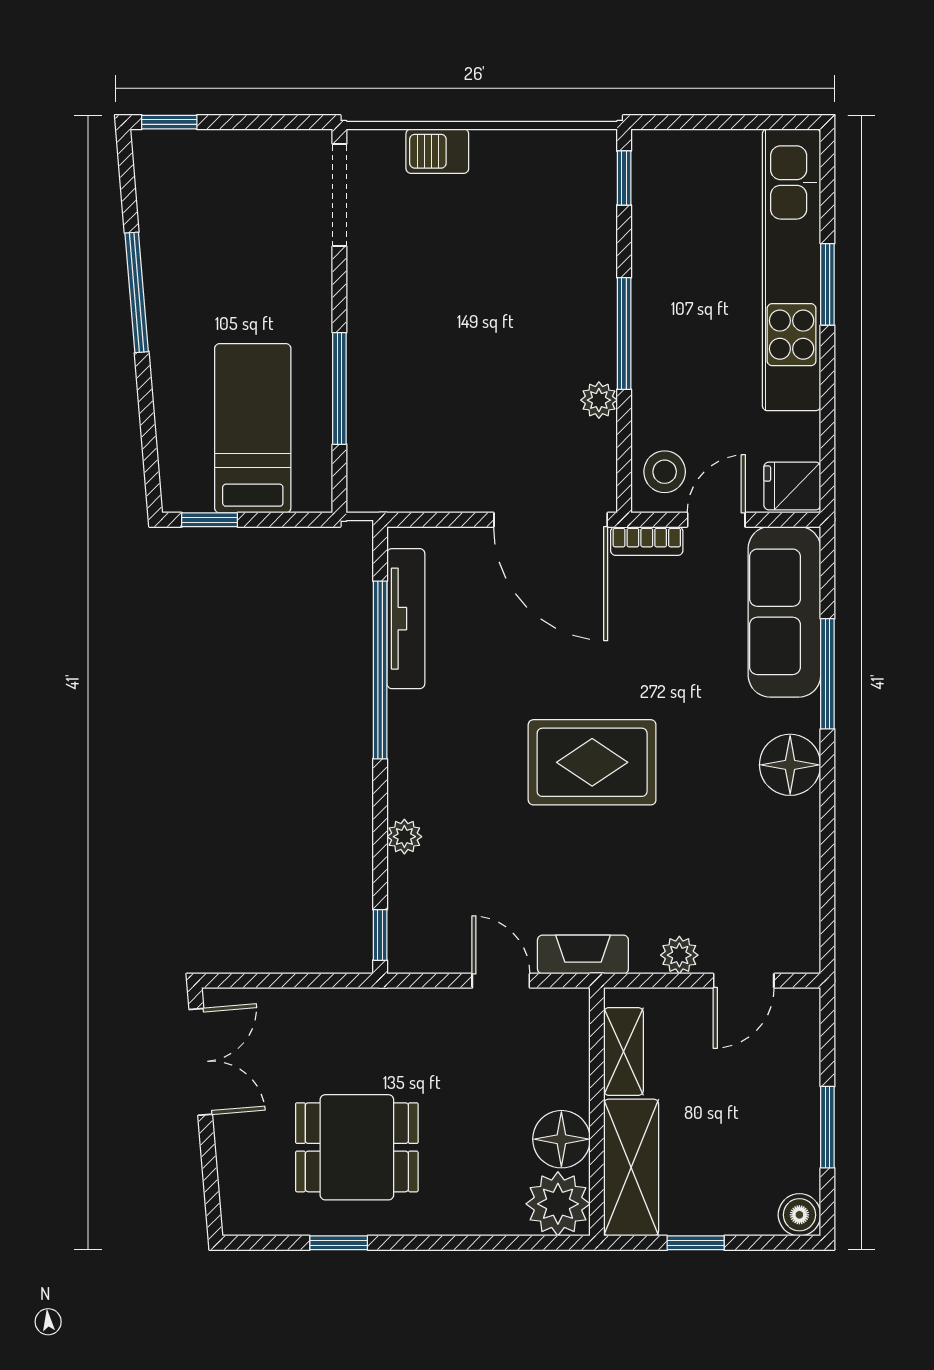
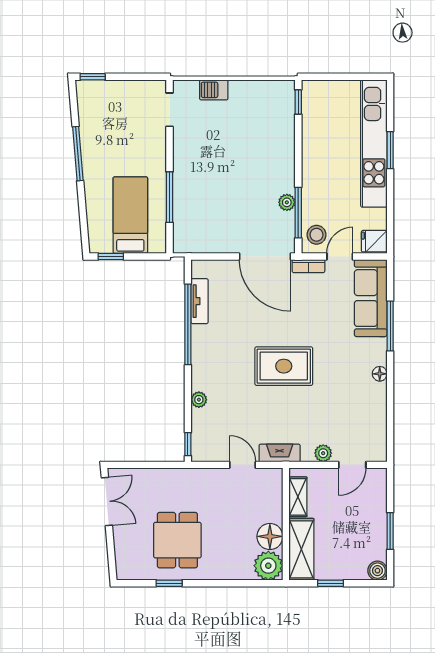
doorway: (339, 195) -> (170, 110), width x0.73
window: (624, 333) -> (298, 213), moved
tv unit: (406, 619) -> (200, 301), width x0.71
floor lamp: (790, 765) -> (380, 374), width x0.53, depth x0.53
dining table: (357, 1147) -> (177, 540), turned 90

